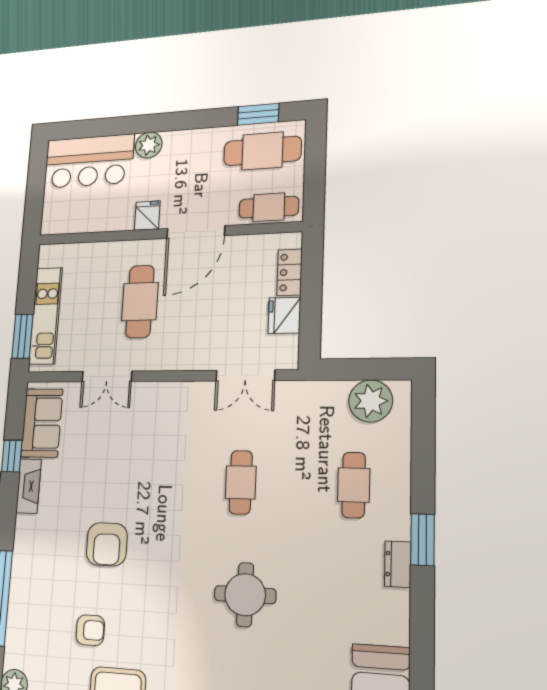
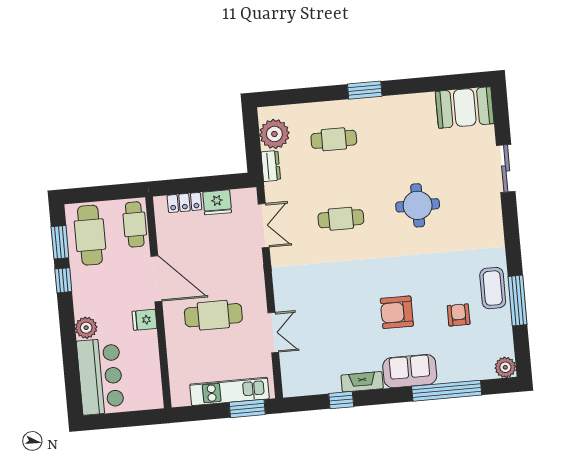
window: (210, 118) -> (63, 280), added
sofa: (42, 423) -> (410, 371), moved
armchair: (107, 544) -> (397, 312), turned 180
dresser: (398, 564) -> (271, 166), moved, turned -90

